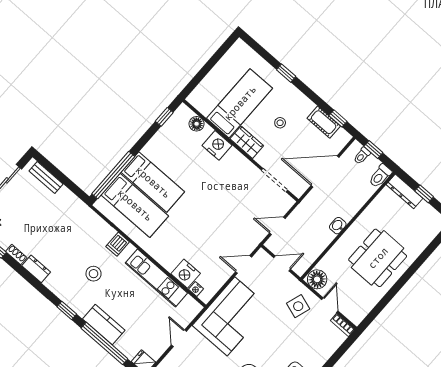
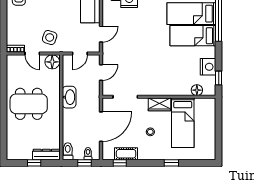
nightstand: (217, 145) -> (208, 67), moved, turned -90
washbasin: (338, 226) -> (69, 97), width x1.91, depth x1.45
dining table: (378, 258) -> (29, 104), turned 90

